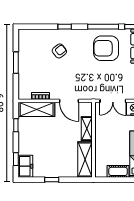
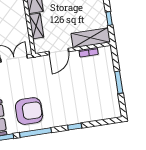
armchair: (59, 51) -> (76, 101), removed
door: (69, 101) -> (59, 52), swing flipped

